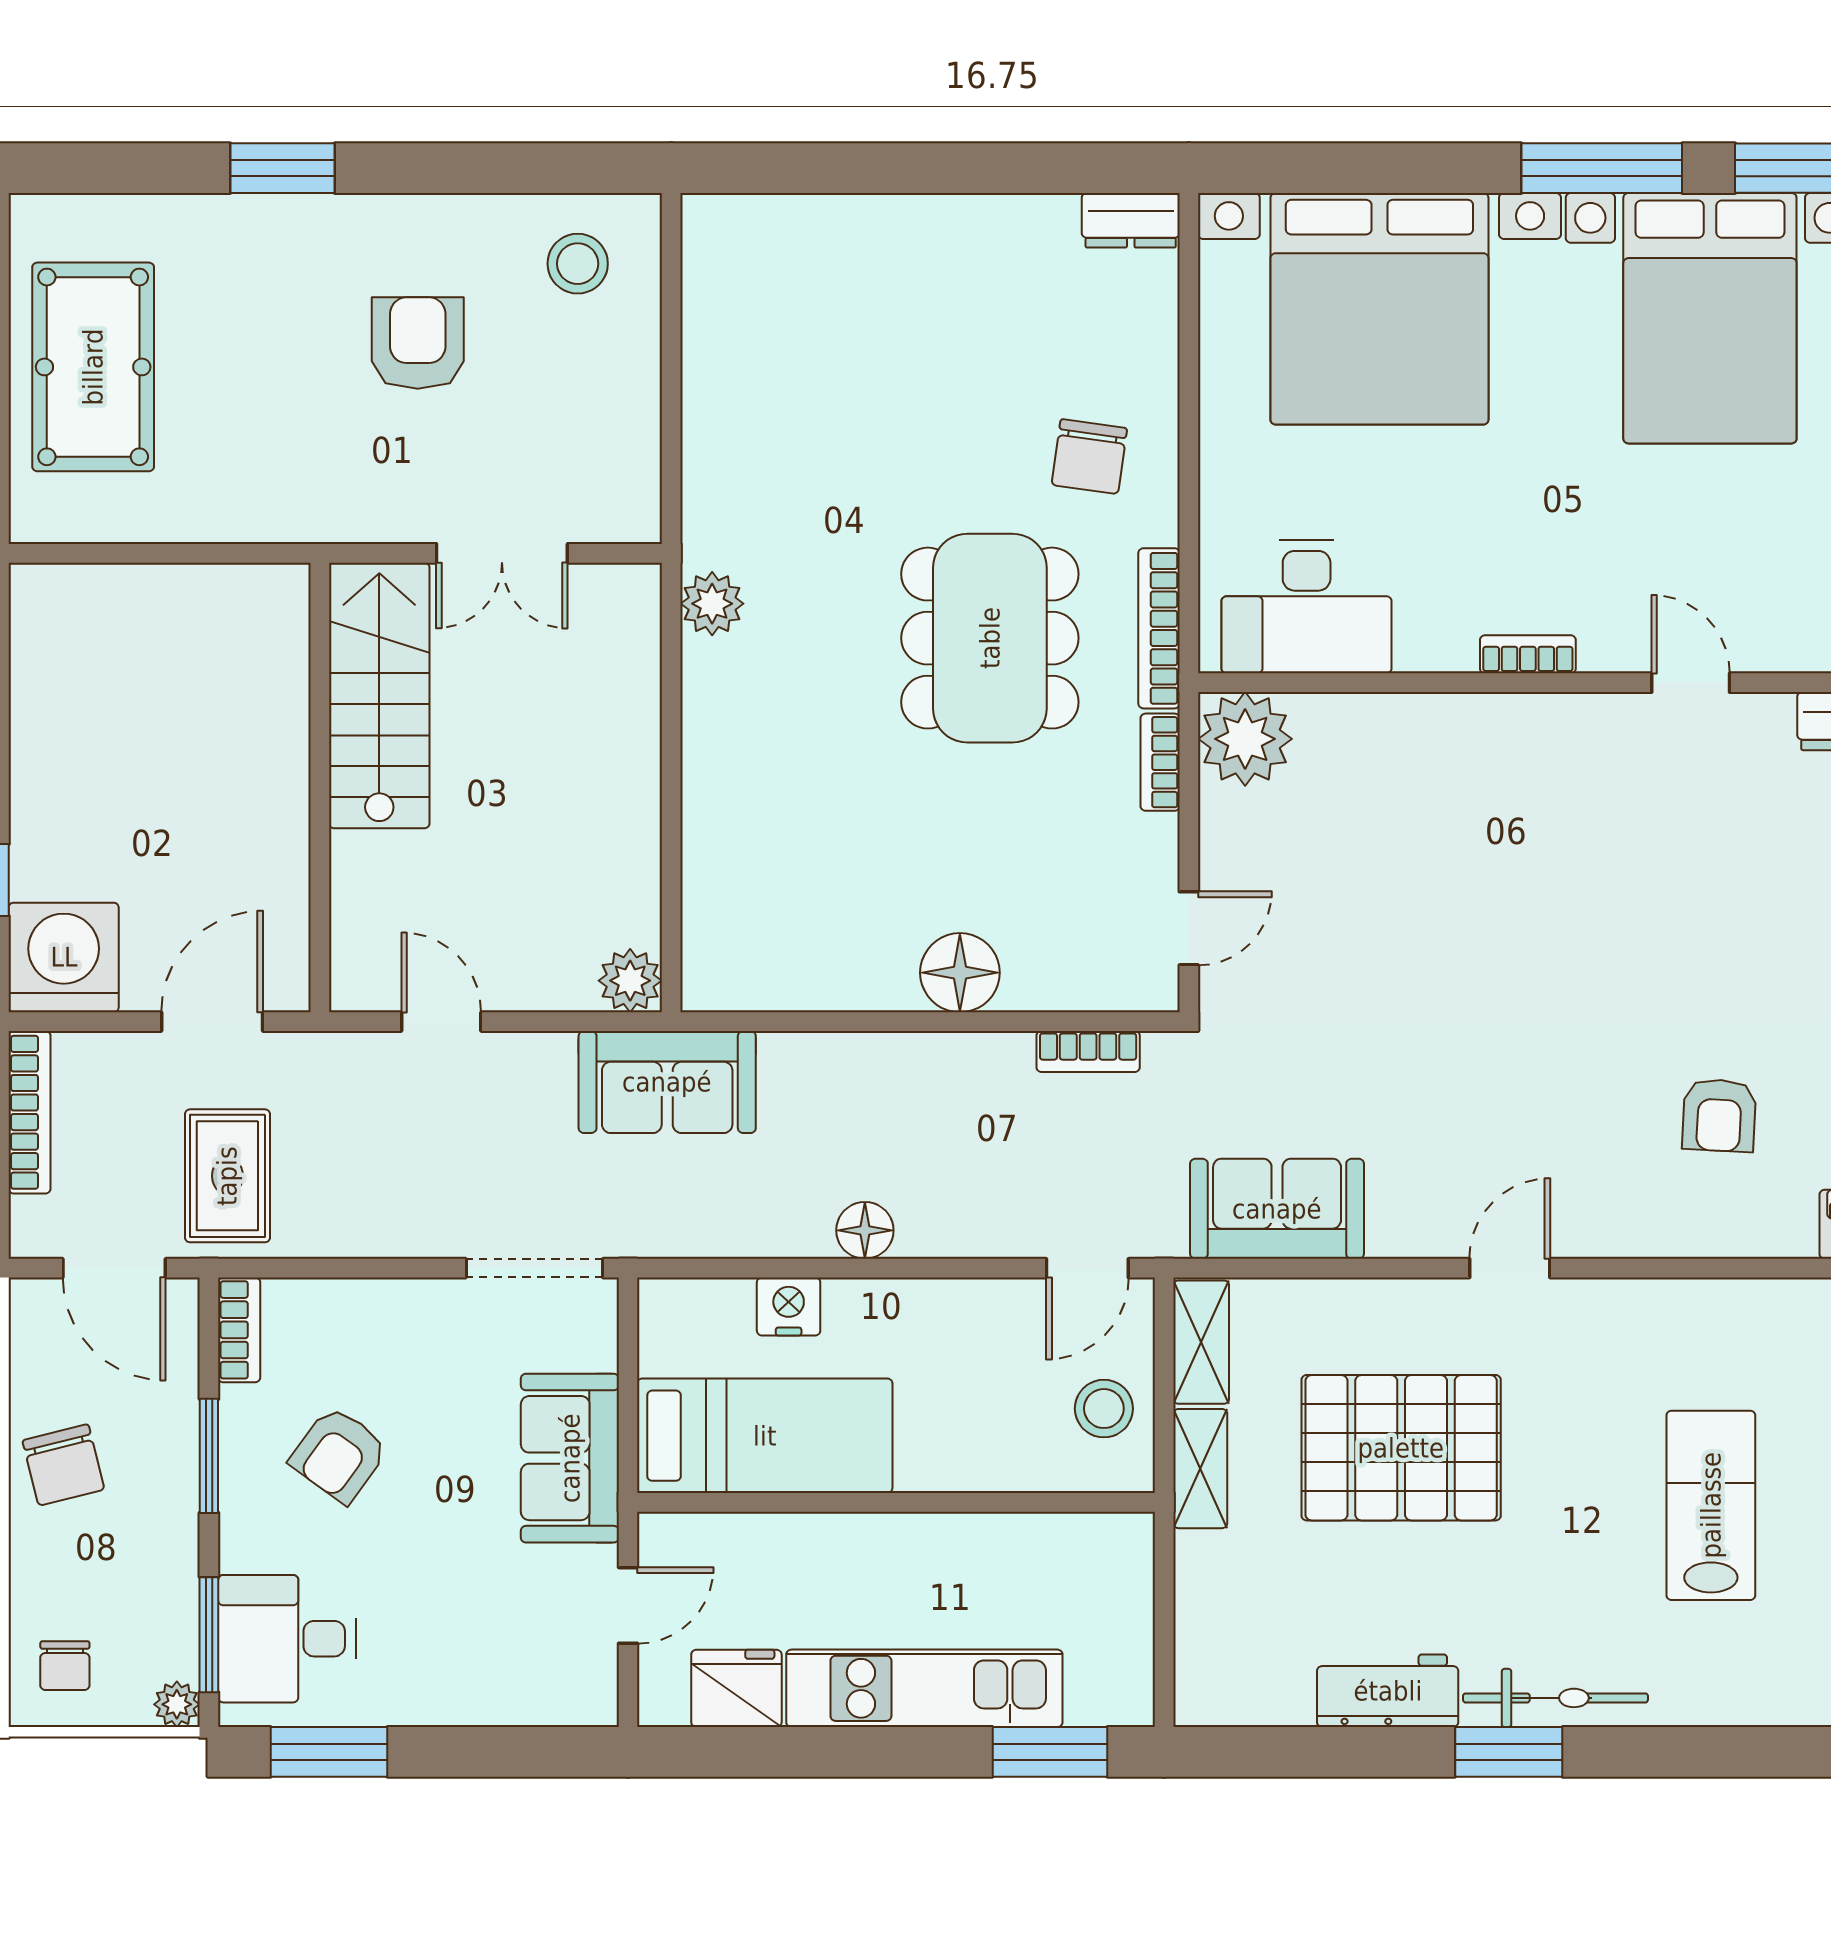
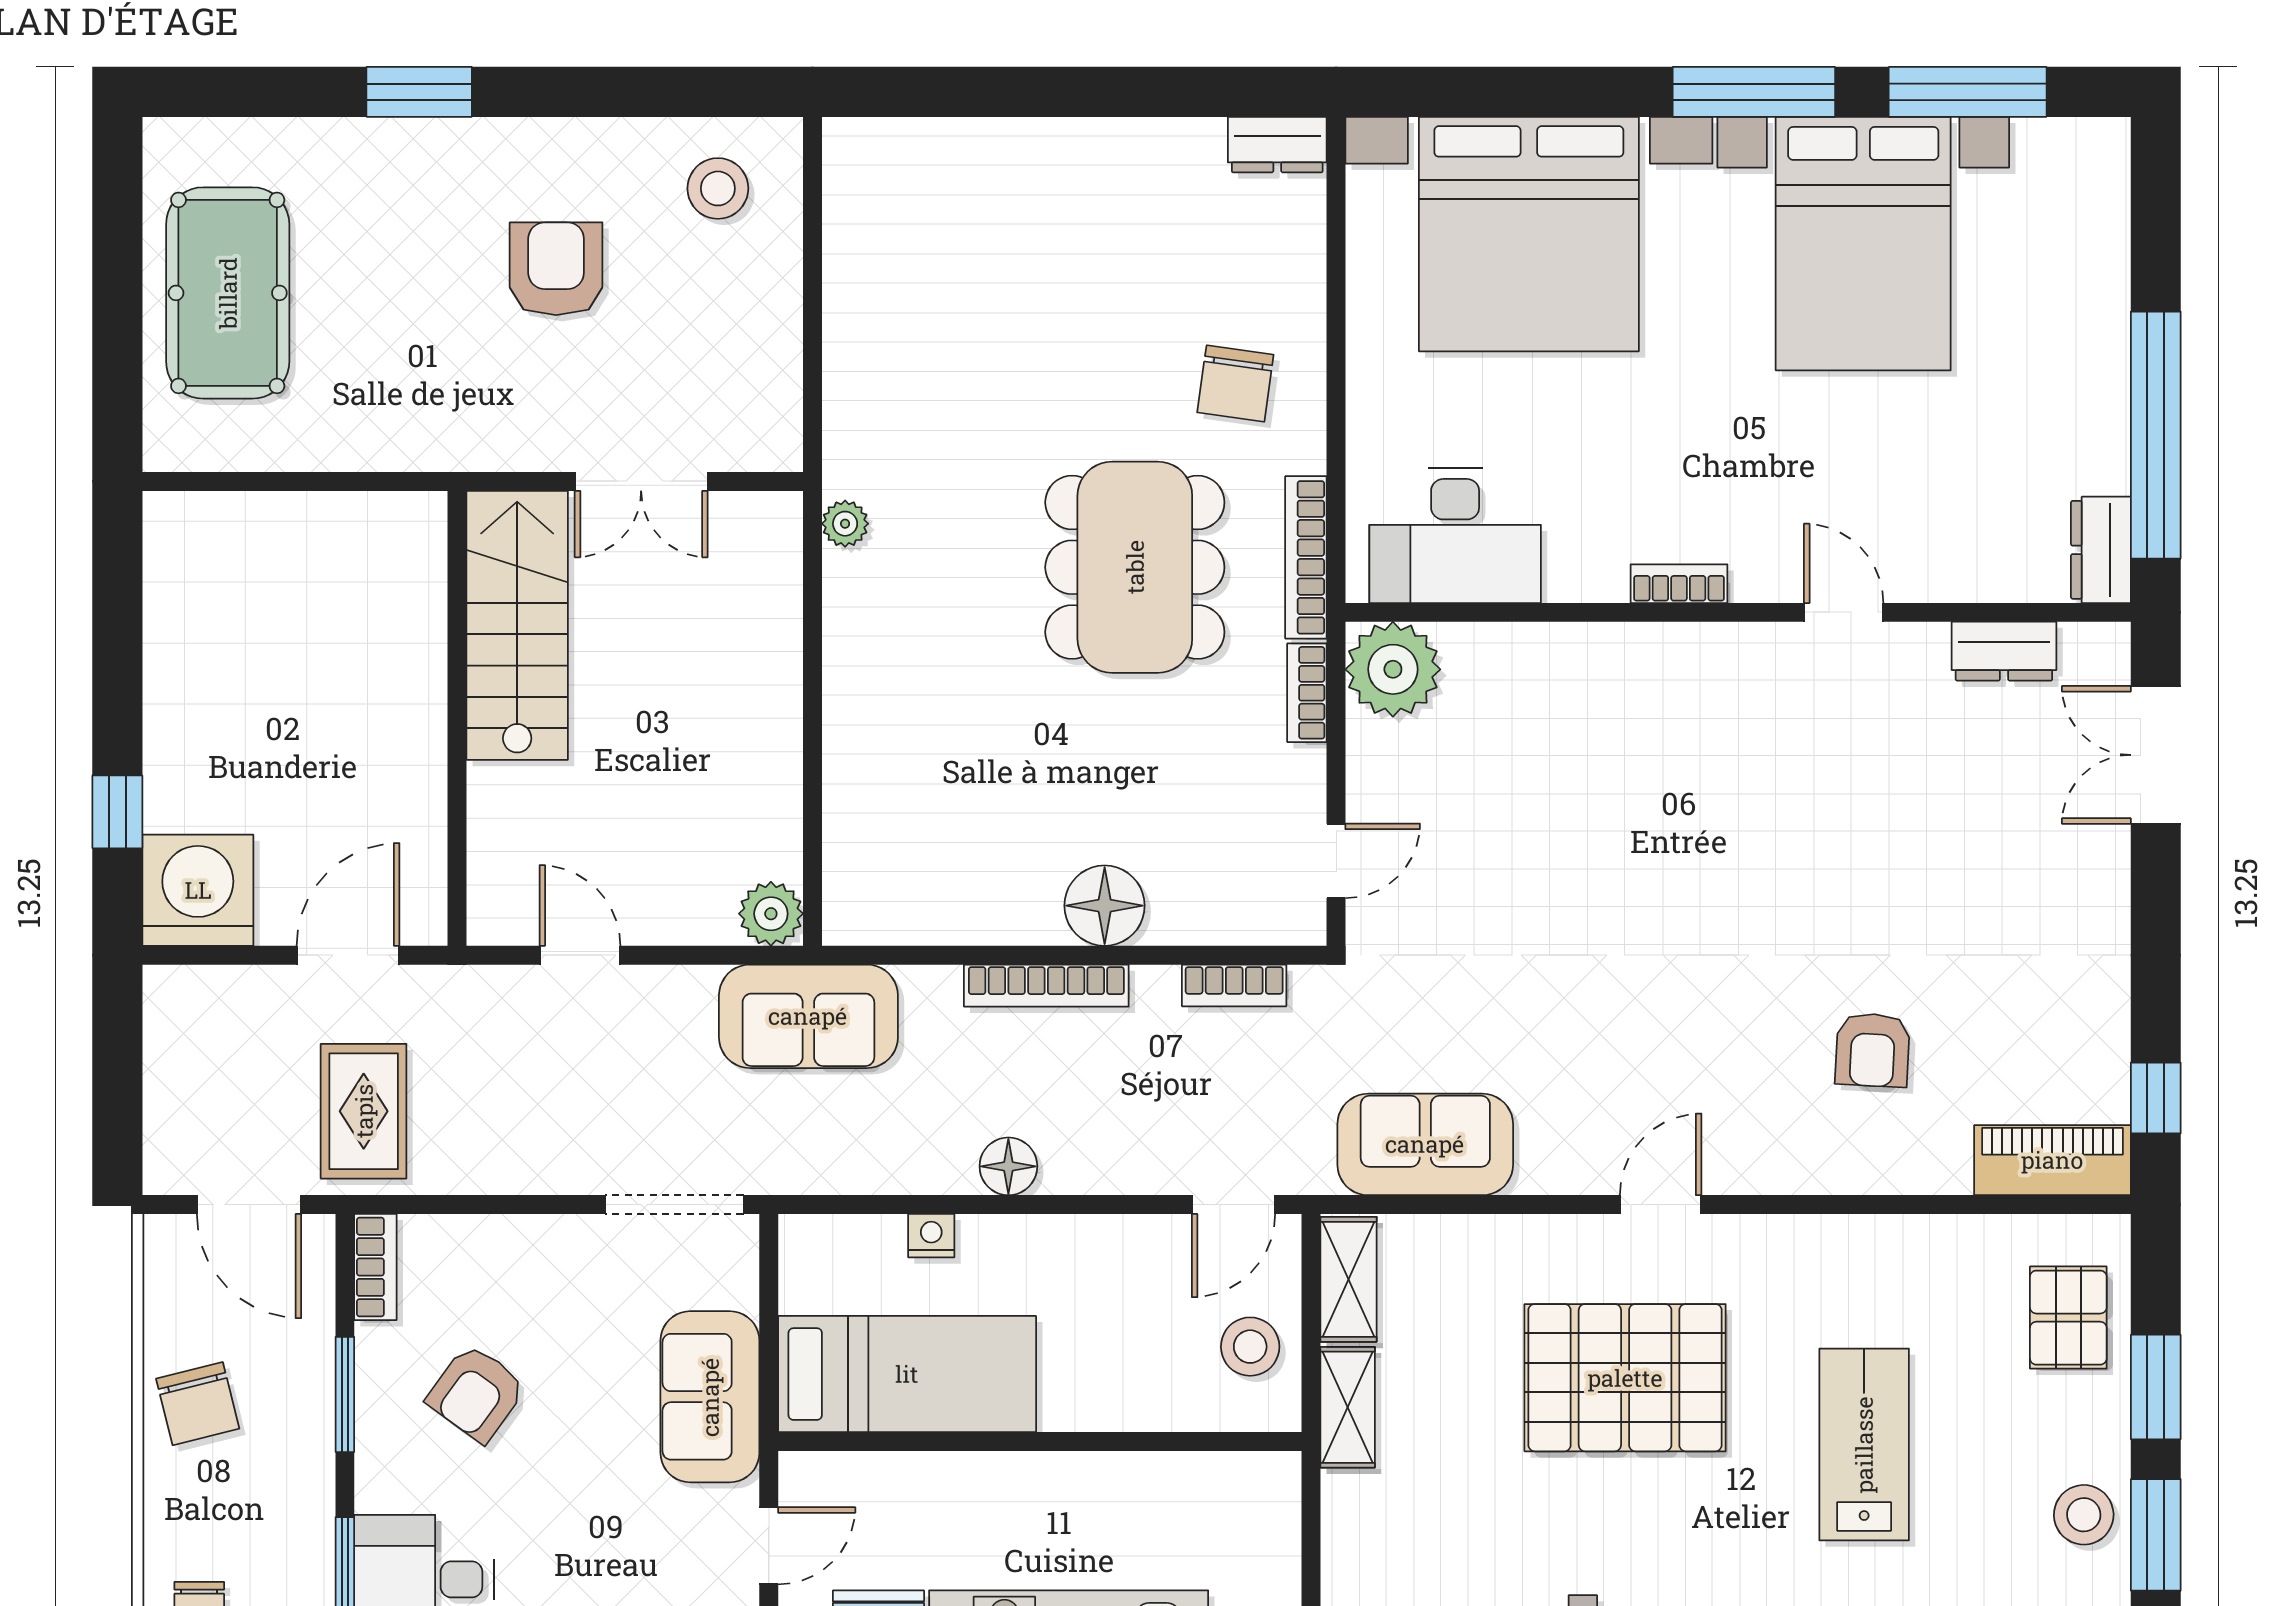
plant: (712, 604) -> (845, 524), width x0.73, depth x0.73
bookcase: (30, 1112) -> (1046, 986), moved, turned 90
nightstand: (789, 1306) -> (931, 1236), width x0.72, depth x0.74
pallet: (1401, 1448) -> (1625, 1378), moved

